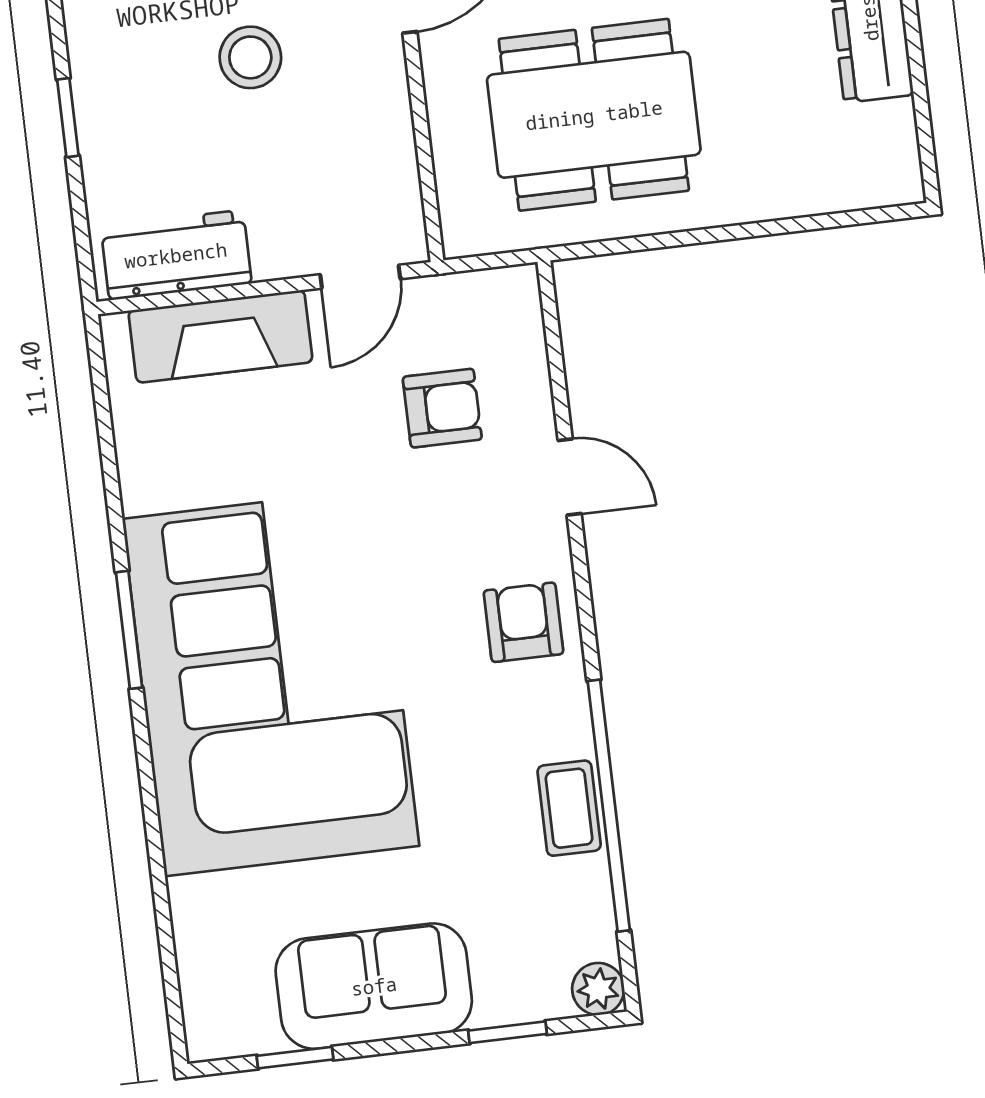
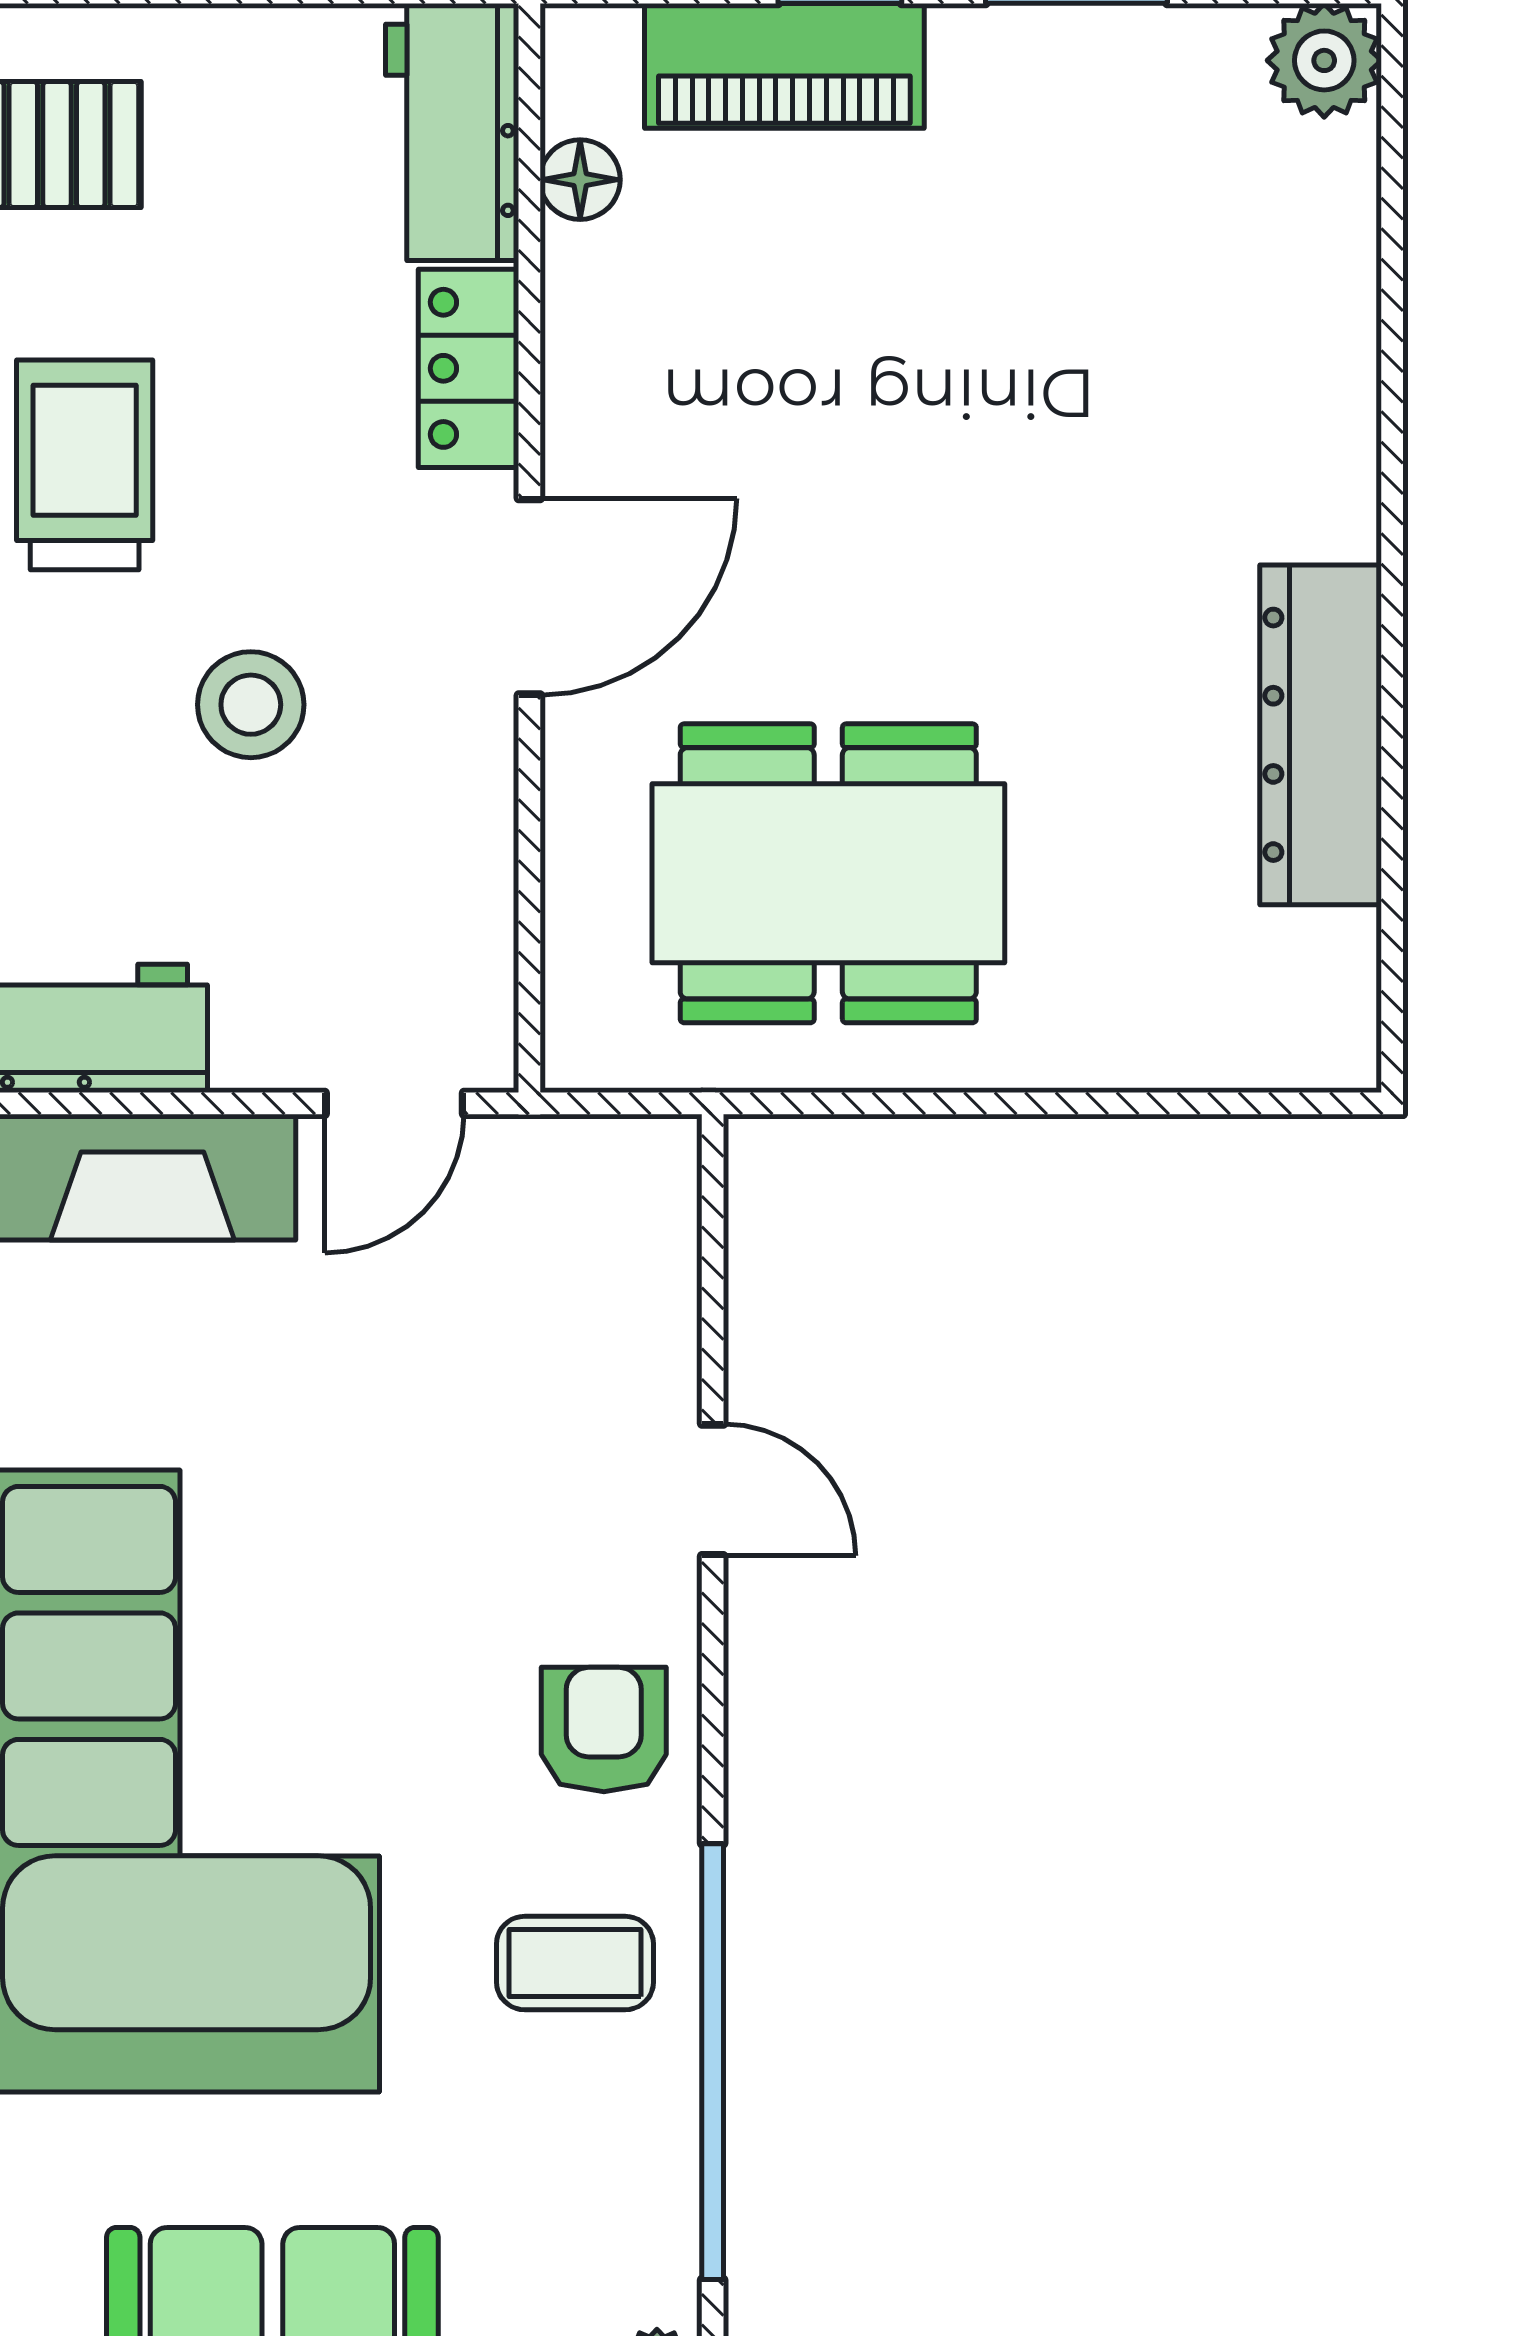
armchair: (442, 408) -> (508, 1346), removed
coffee table: (569, 808) -> (575, 1963), moved, turned 90

